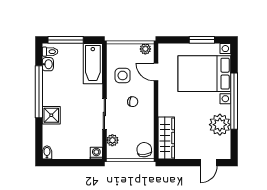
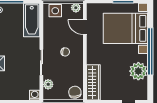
side table: (123, 75) -> (55, 11), moved

